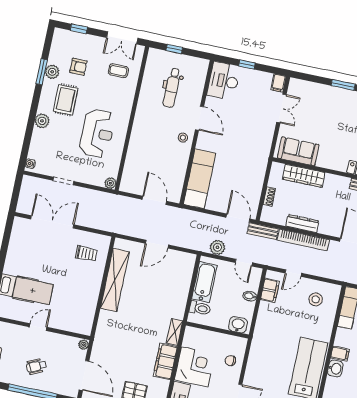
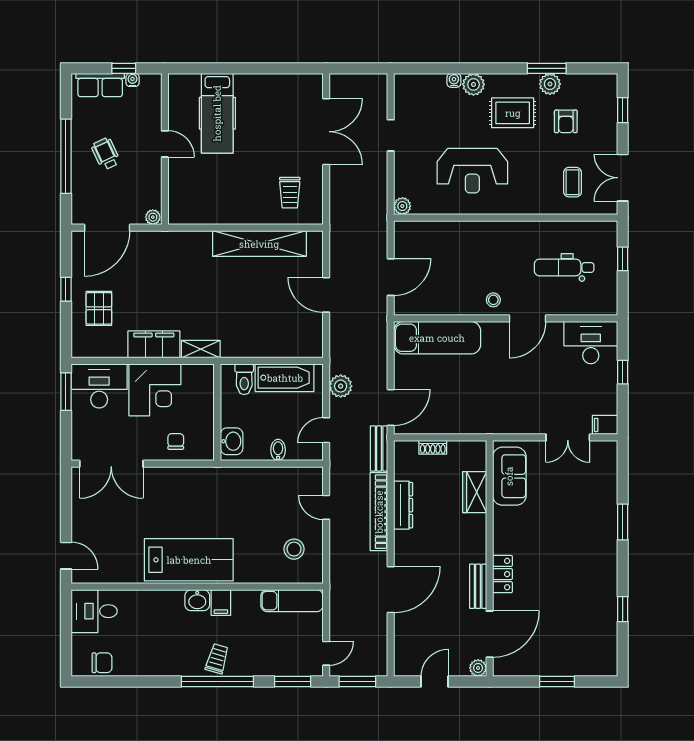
water cooler: (30, 164) -> (454, 80), moved
wardrobe: (304, 176) -> (475, 492), width x0.67
filing cabinet: (270, 290) -> (293, 478), removed

